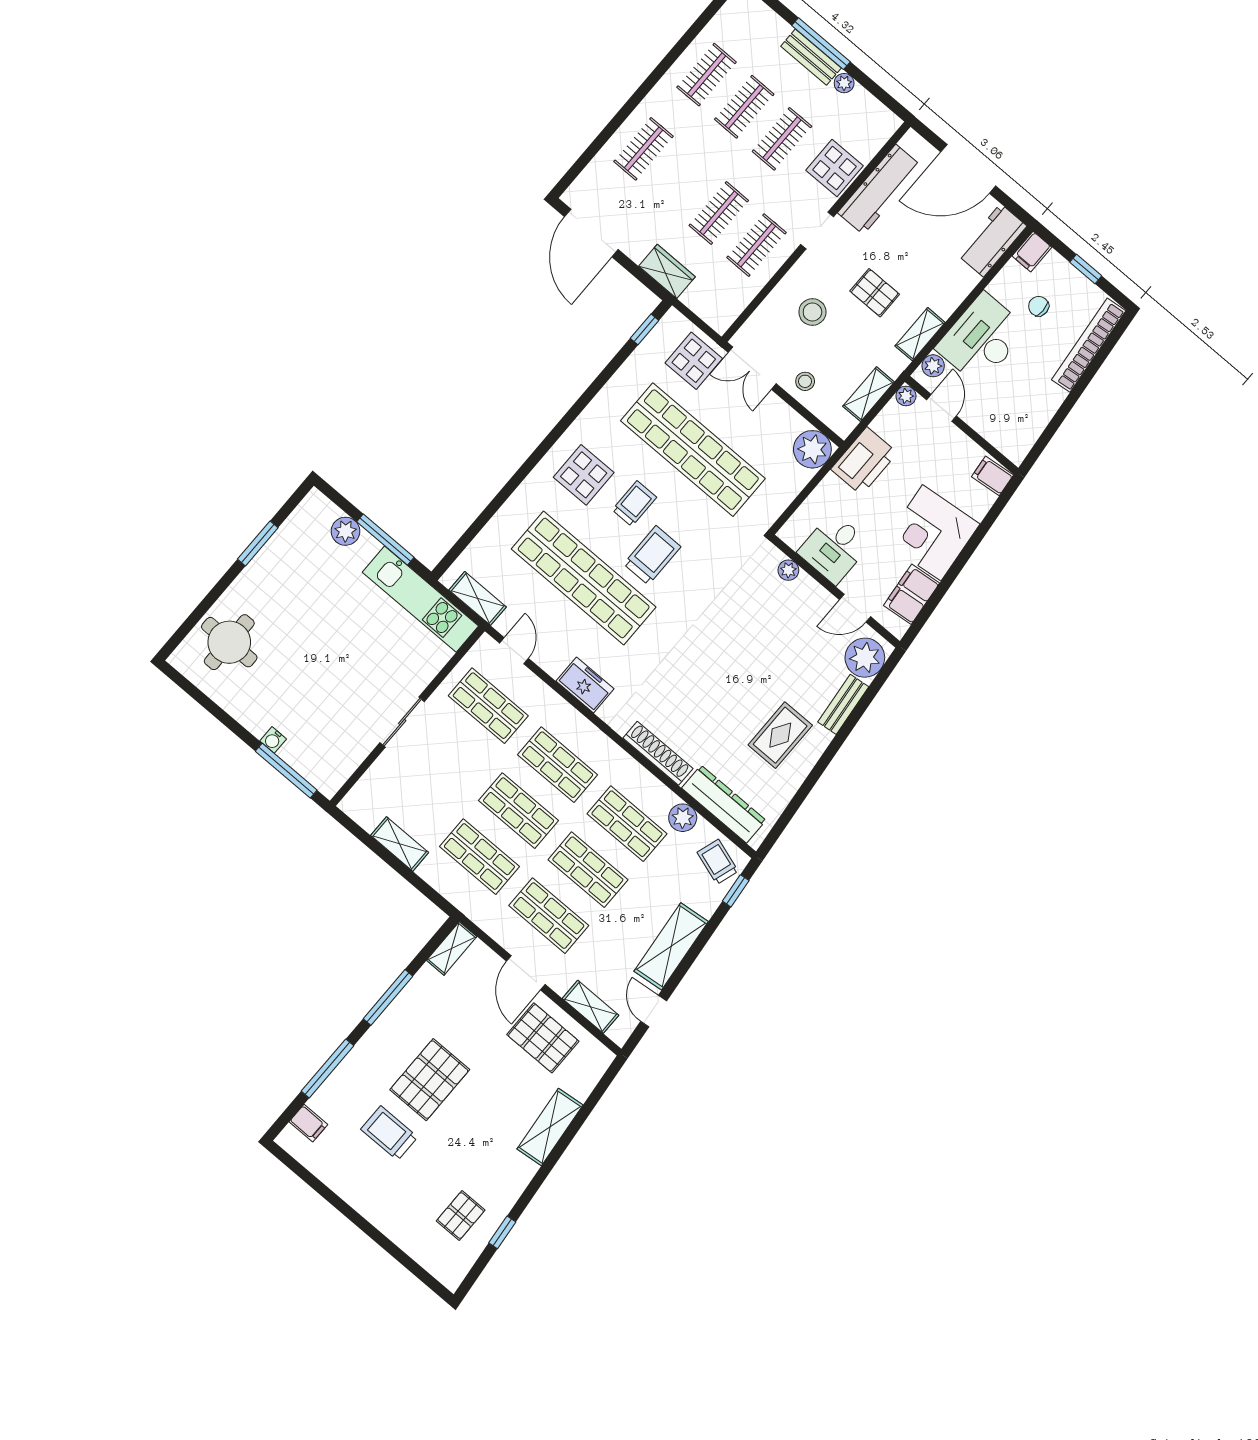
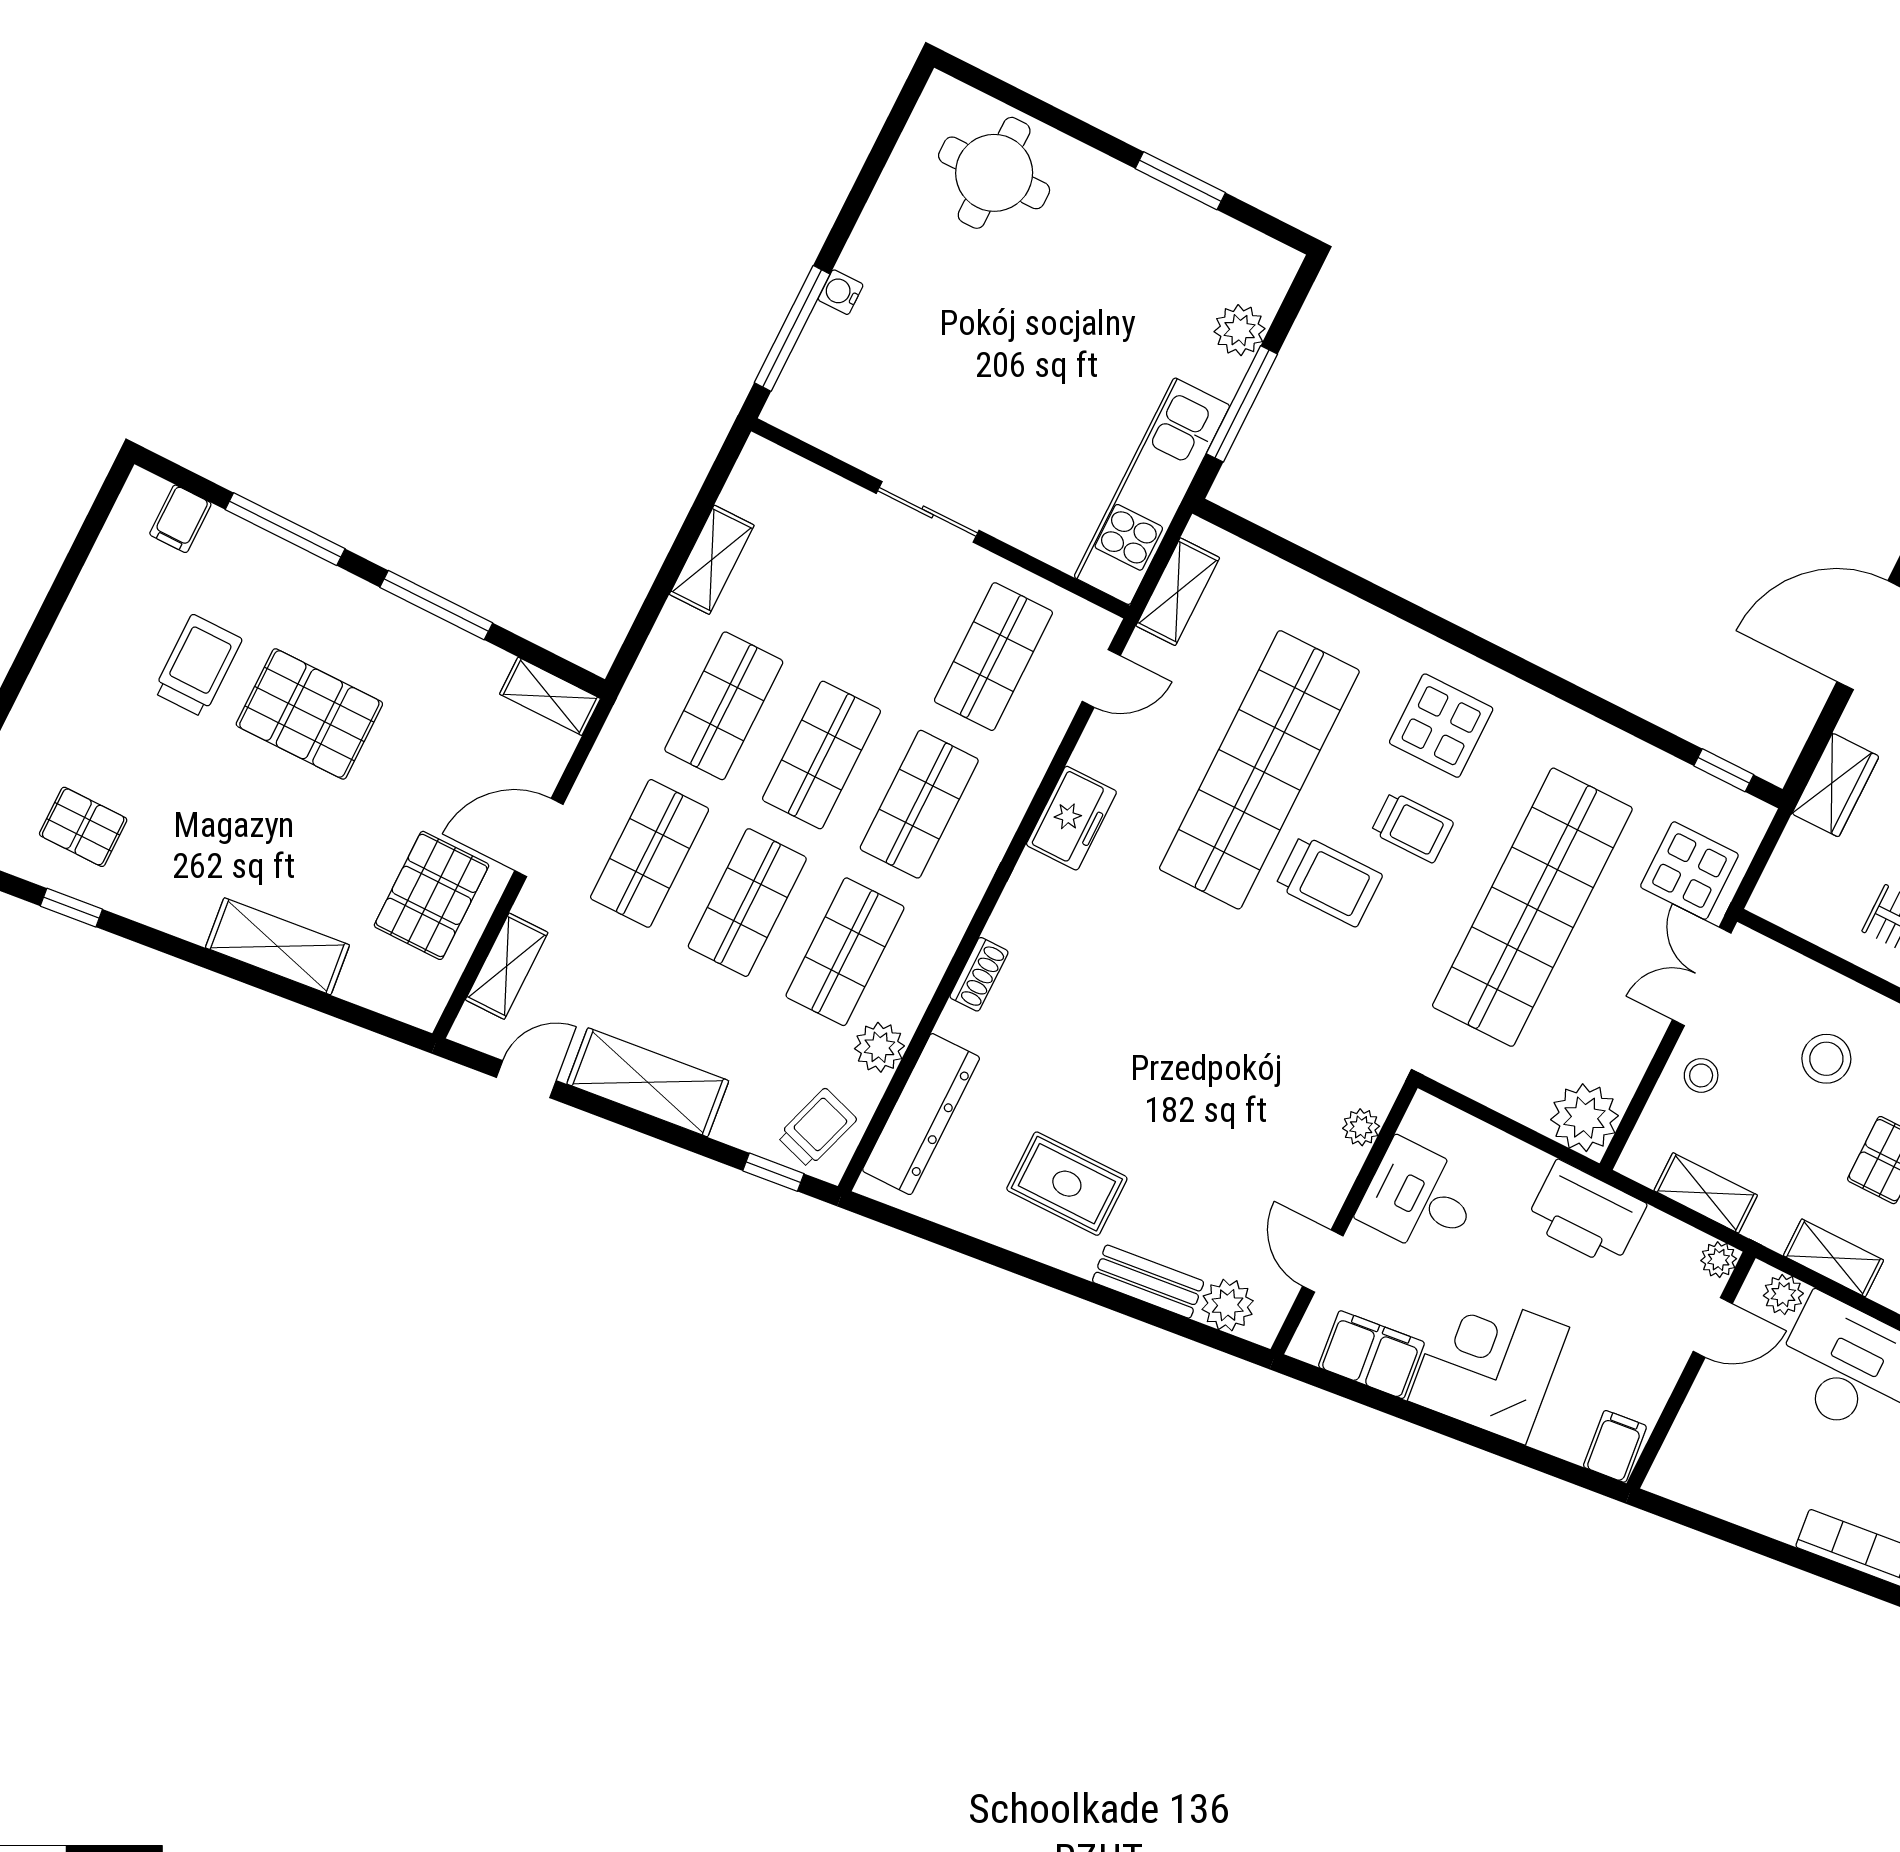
plant: (865, 658) -> (1228, 1305), width x0.73, depth x0.73
shoe rack: (658, 753) -> (979, 974), width x0.51, depth x0.81

